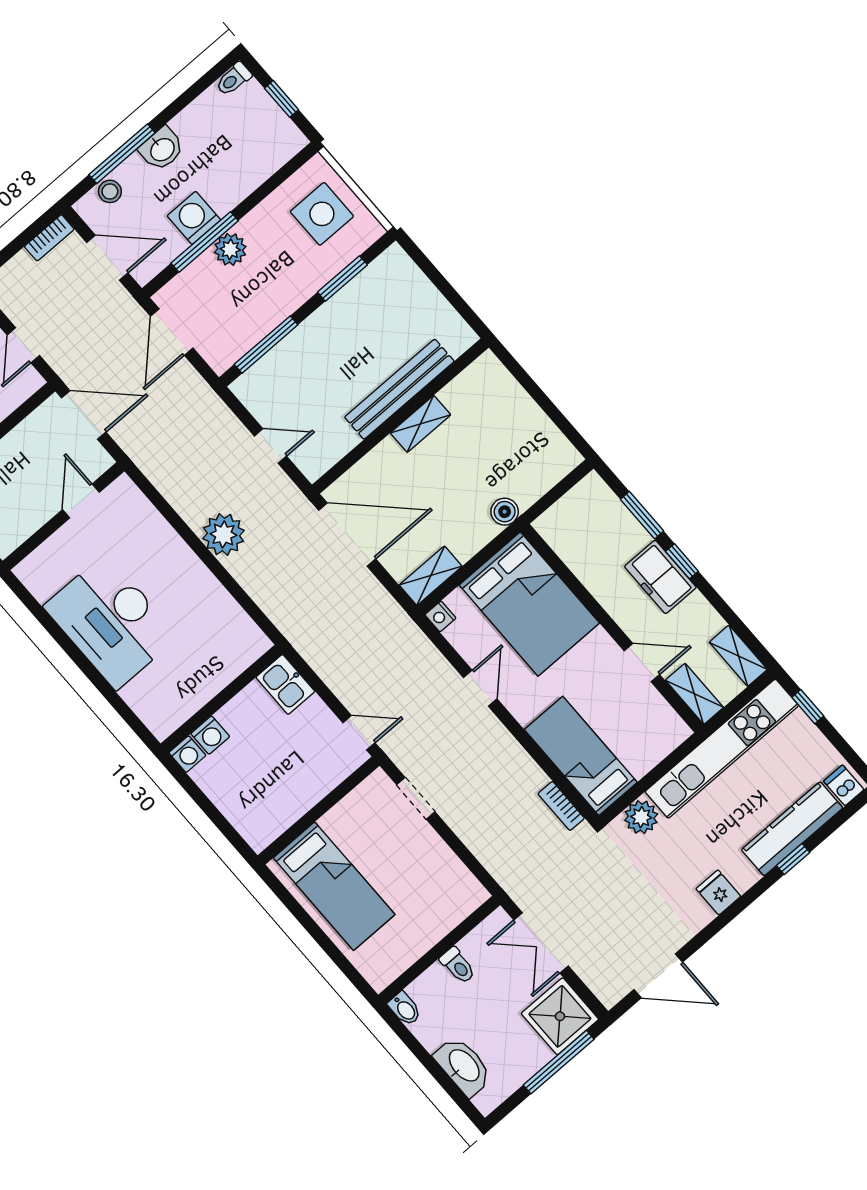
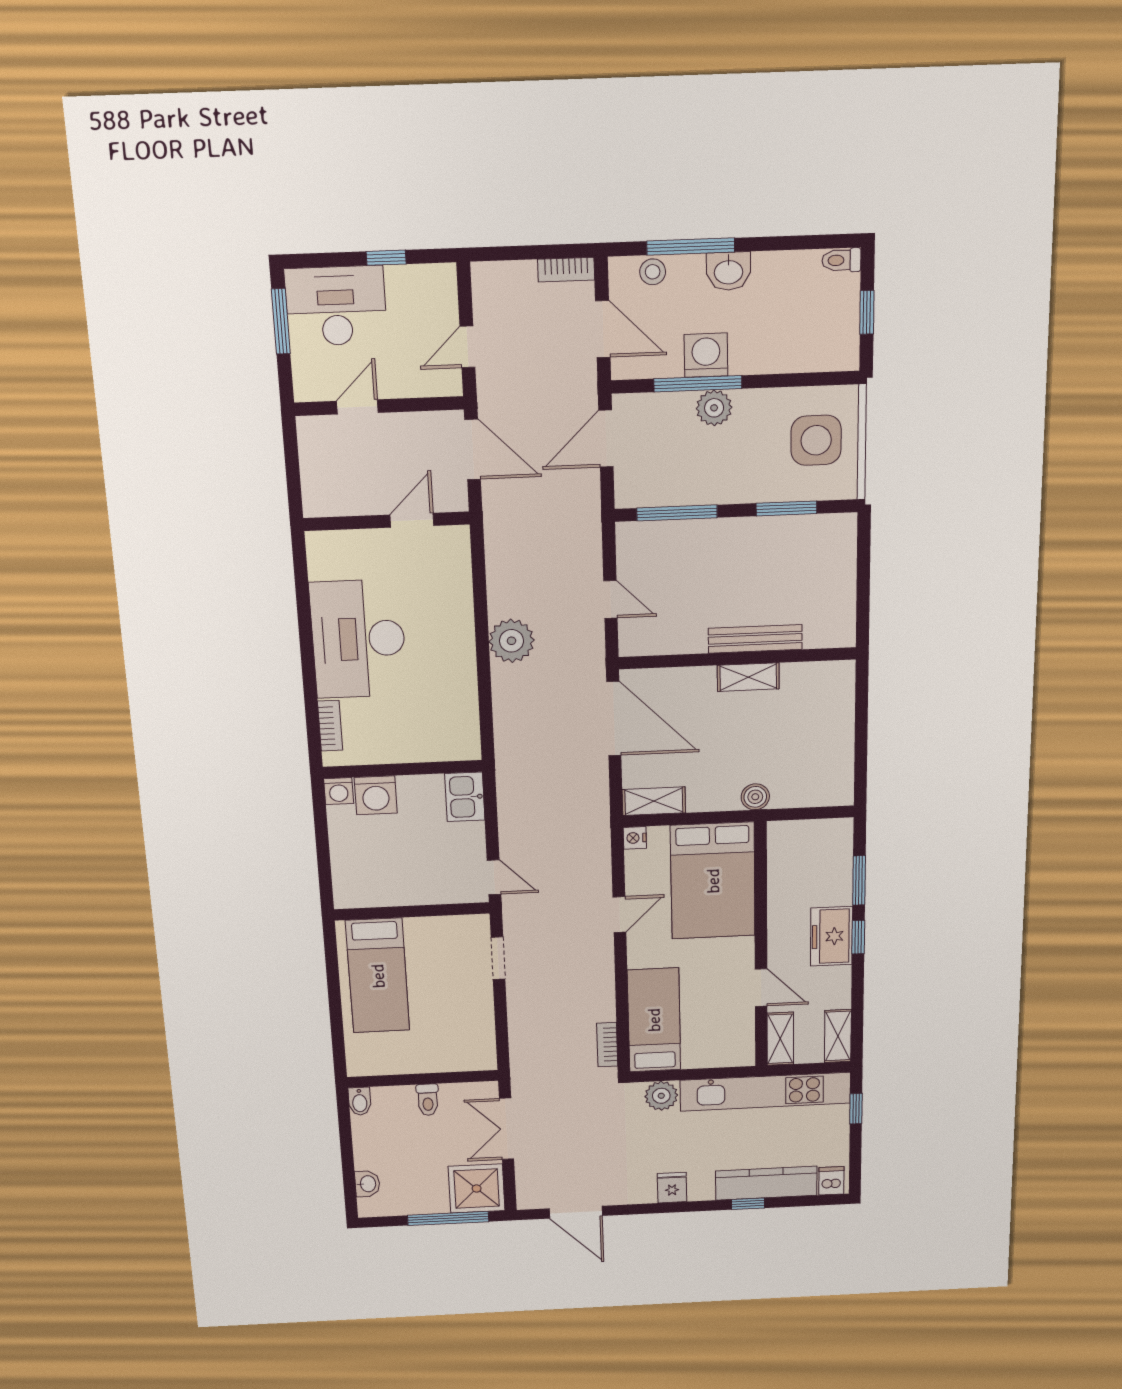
bench: (399, 389) -> (755, 639), width x0.73, depth x0.82
bookcase: (141, 706) -> (330, 726), added
washing machine: (210, 735) -> (376, 795), width x1.38, depth x1.38
washbasin: (463, 1066) -> (367, 1184), width x0.52, depth x0.69

